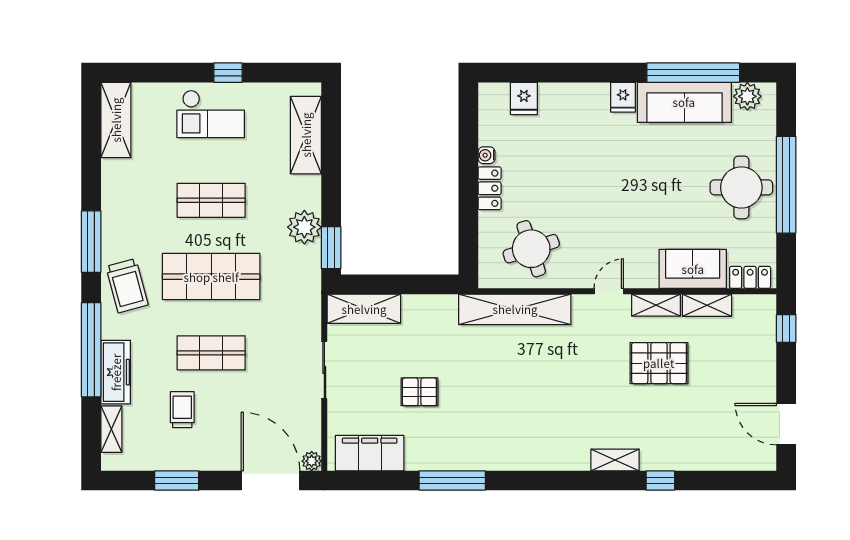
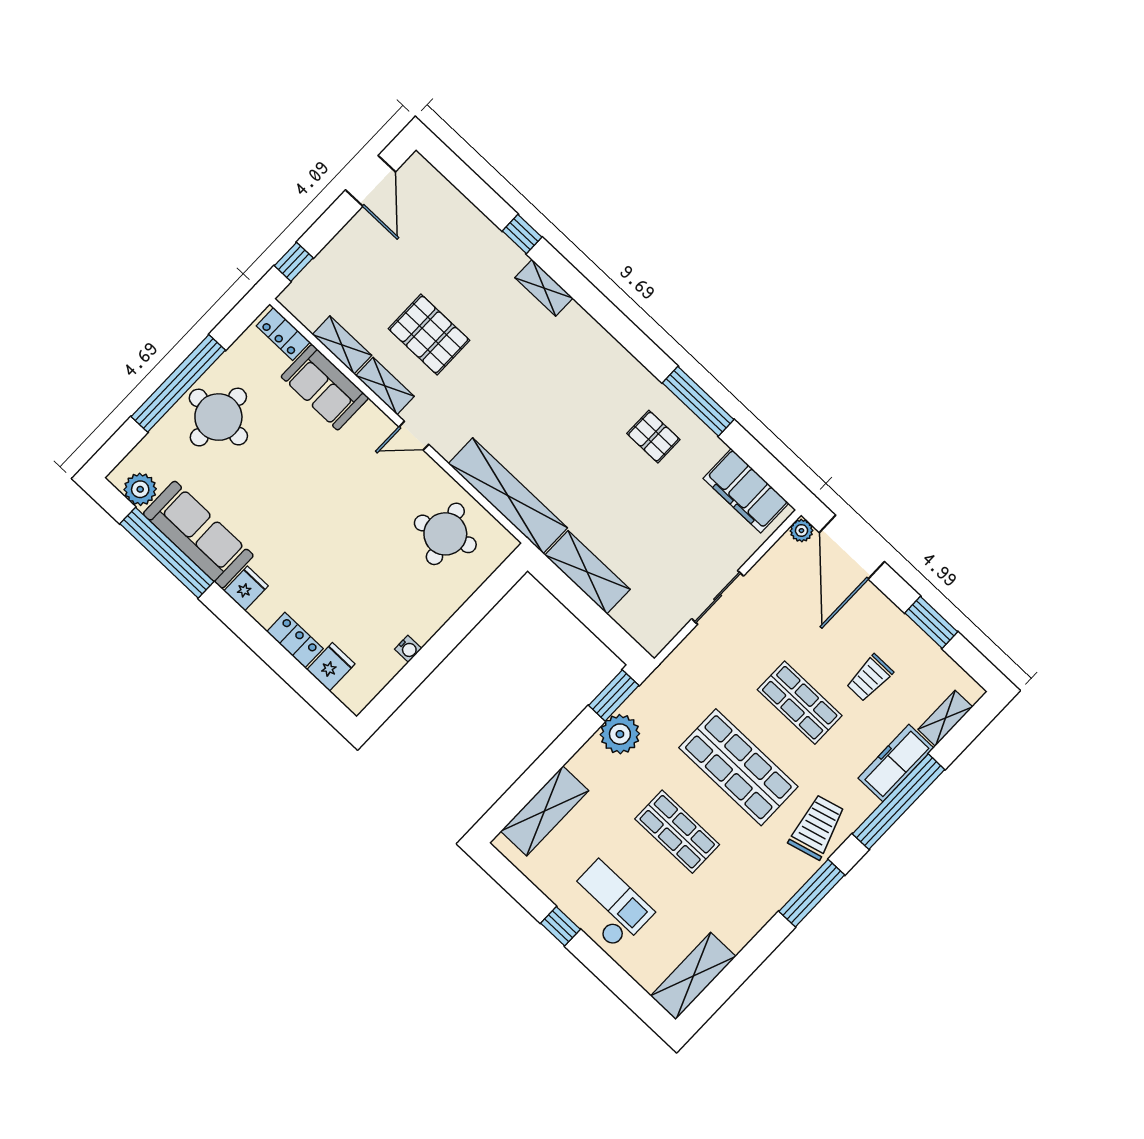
locker: (490, 188) -> (295, 640), moved, turned 90
shelving: (364, 309) -> (587, 572), moved
pallet: (419, 392) -> (653, 437), moved

